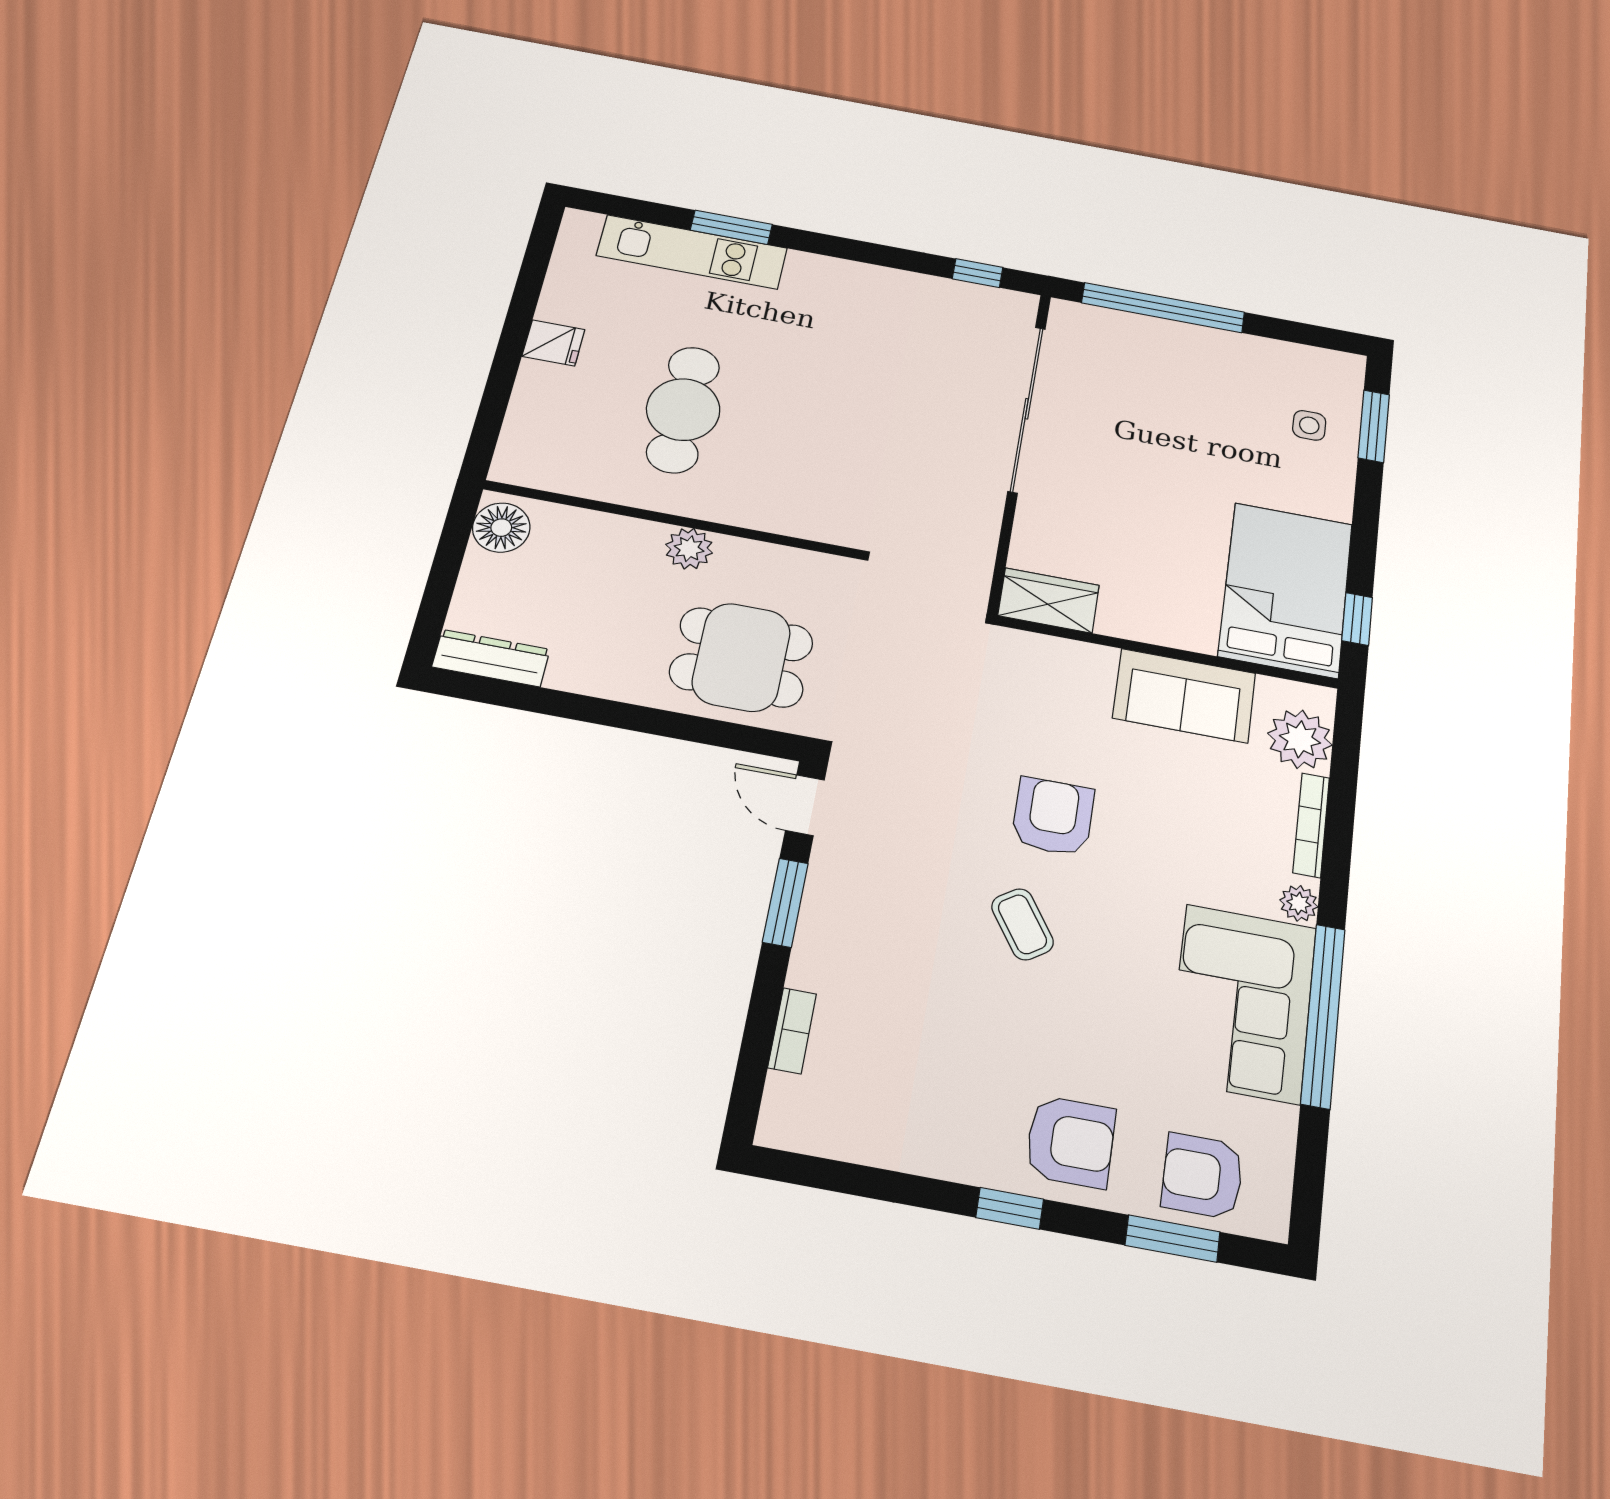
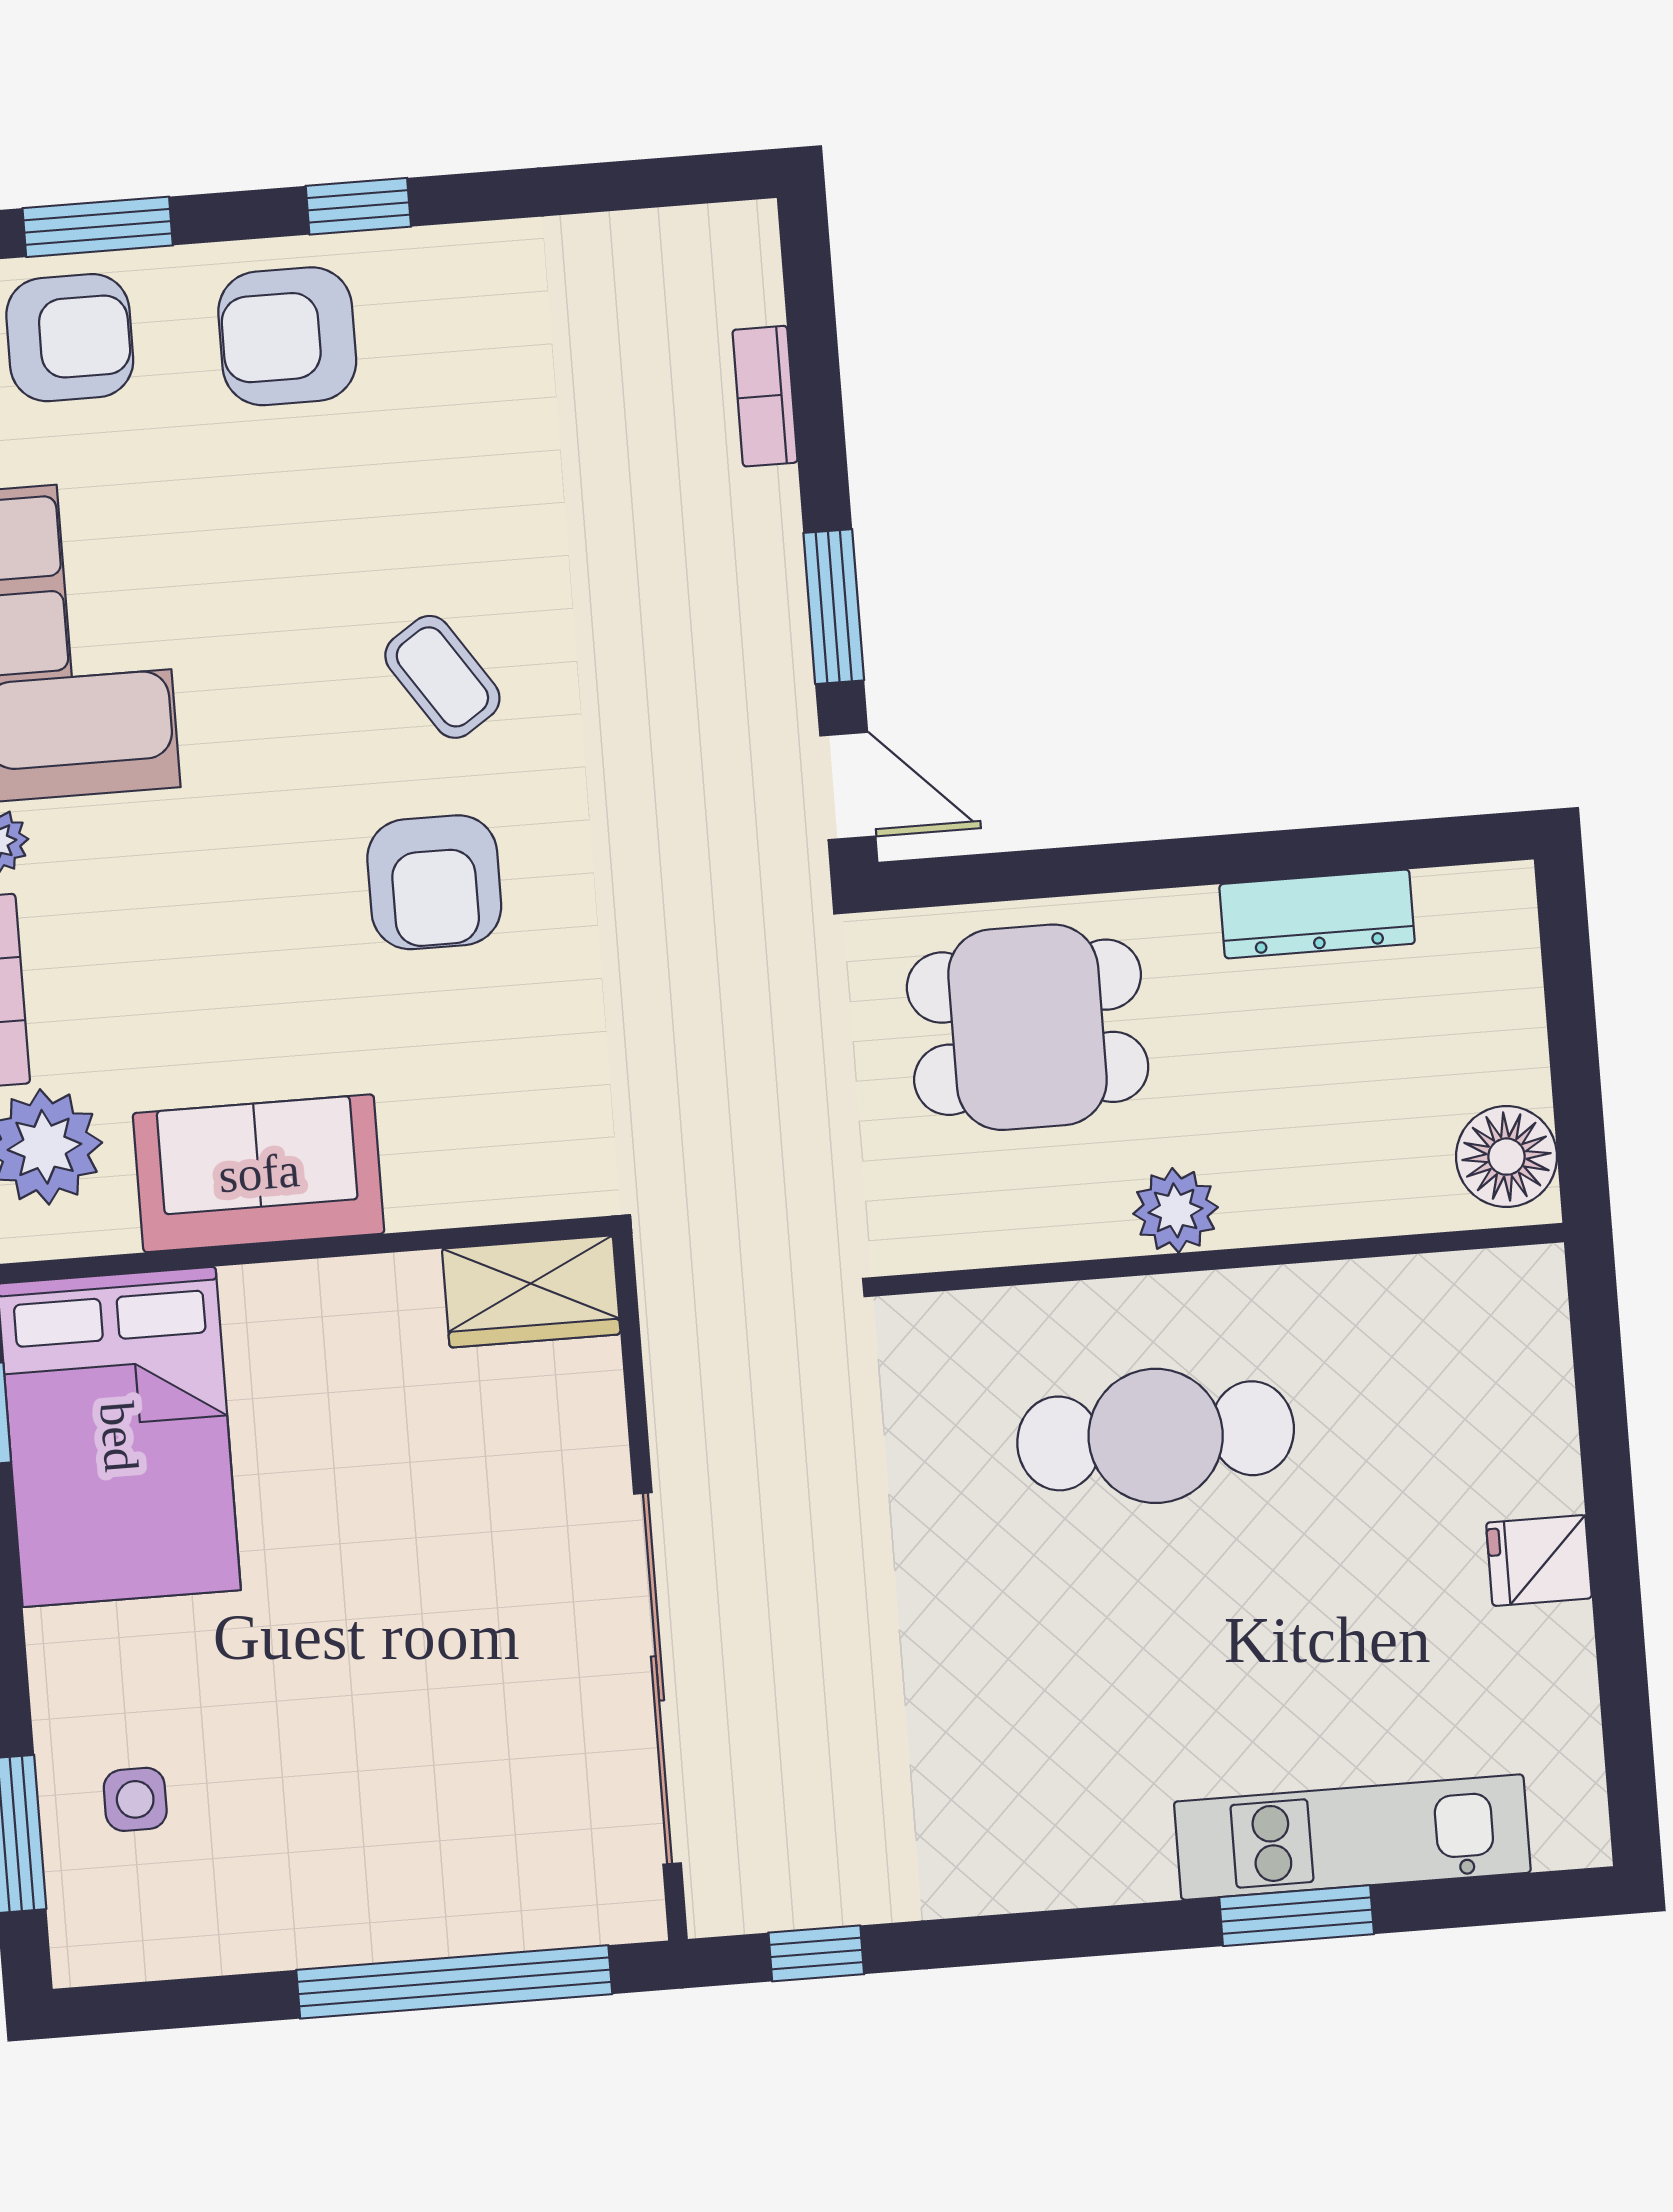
cafe table: (683, 410) -> (1156, 1436), moved, turned 90
dresser: (491, 658) -> (1317, 914), moved

